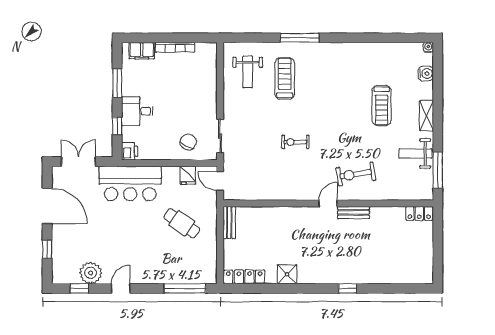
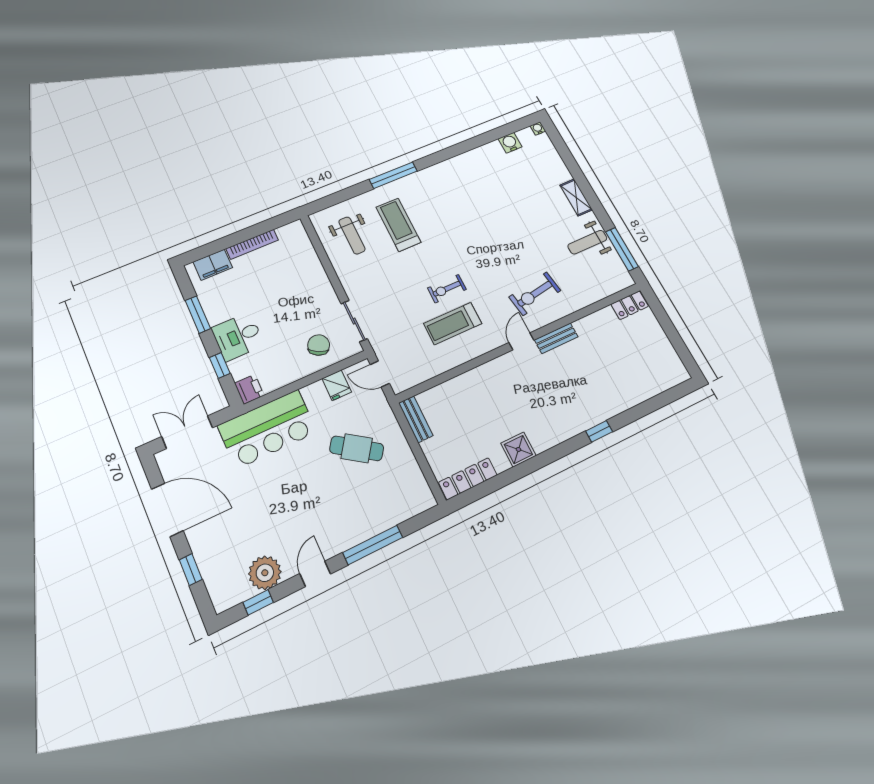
water cooler: (426, 74) -> (510, 143), moved, turned -90
treadmill: (382, 106) -> (453, 324), moved, turned 90
window: (185, 288) -> (373, 545), moved

